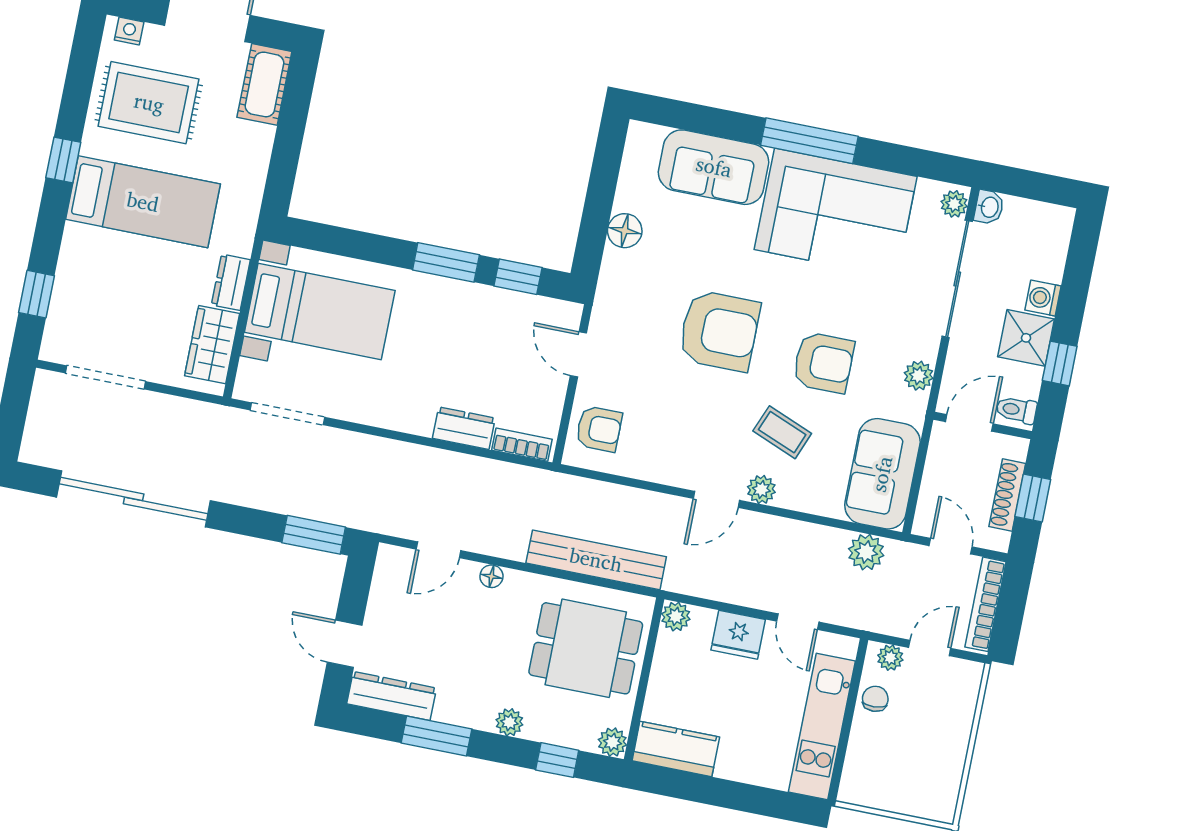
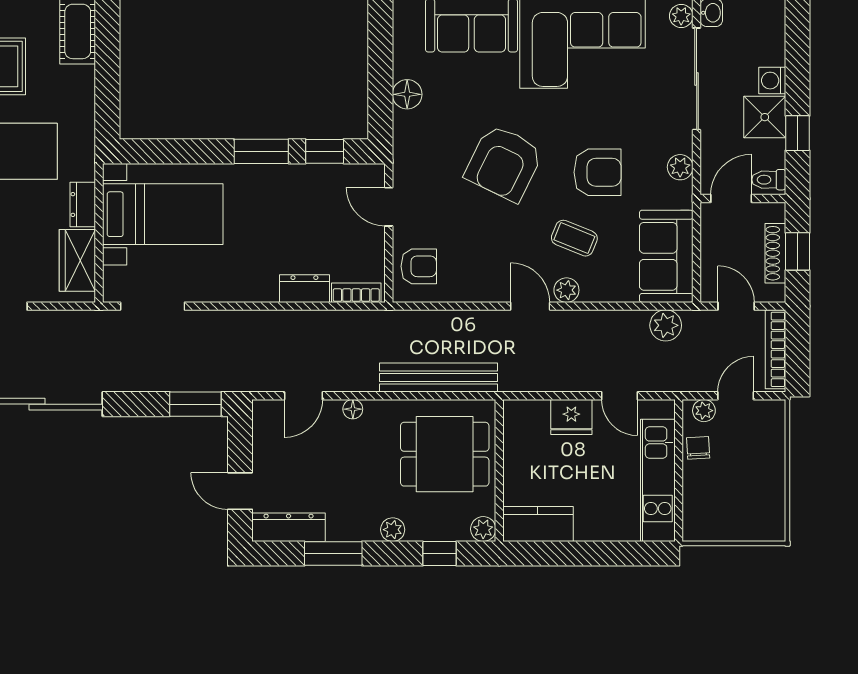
armchair: (719, 331) -> (504, 163), turned 116
door: (716, 499) -> (530, 306), swing flipped
plant: (676, 616) -> (516, 412), removed

